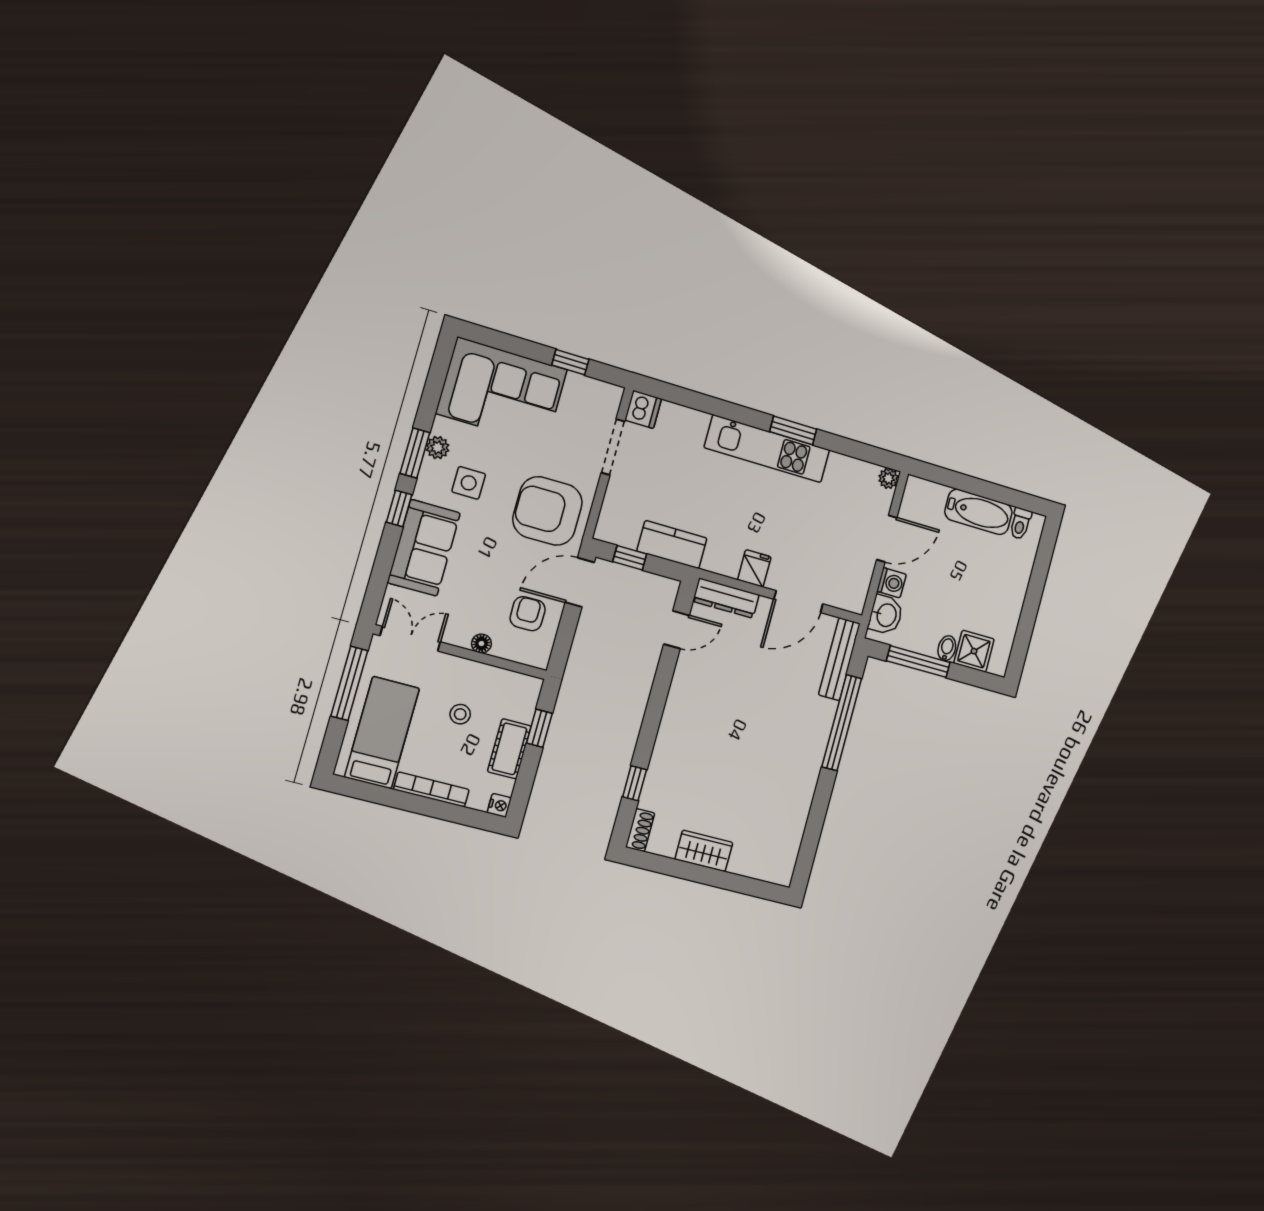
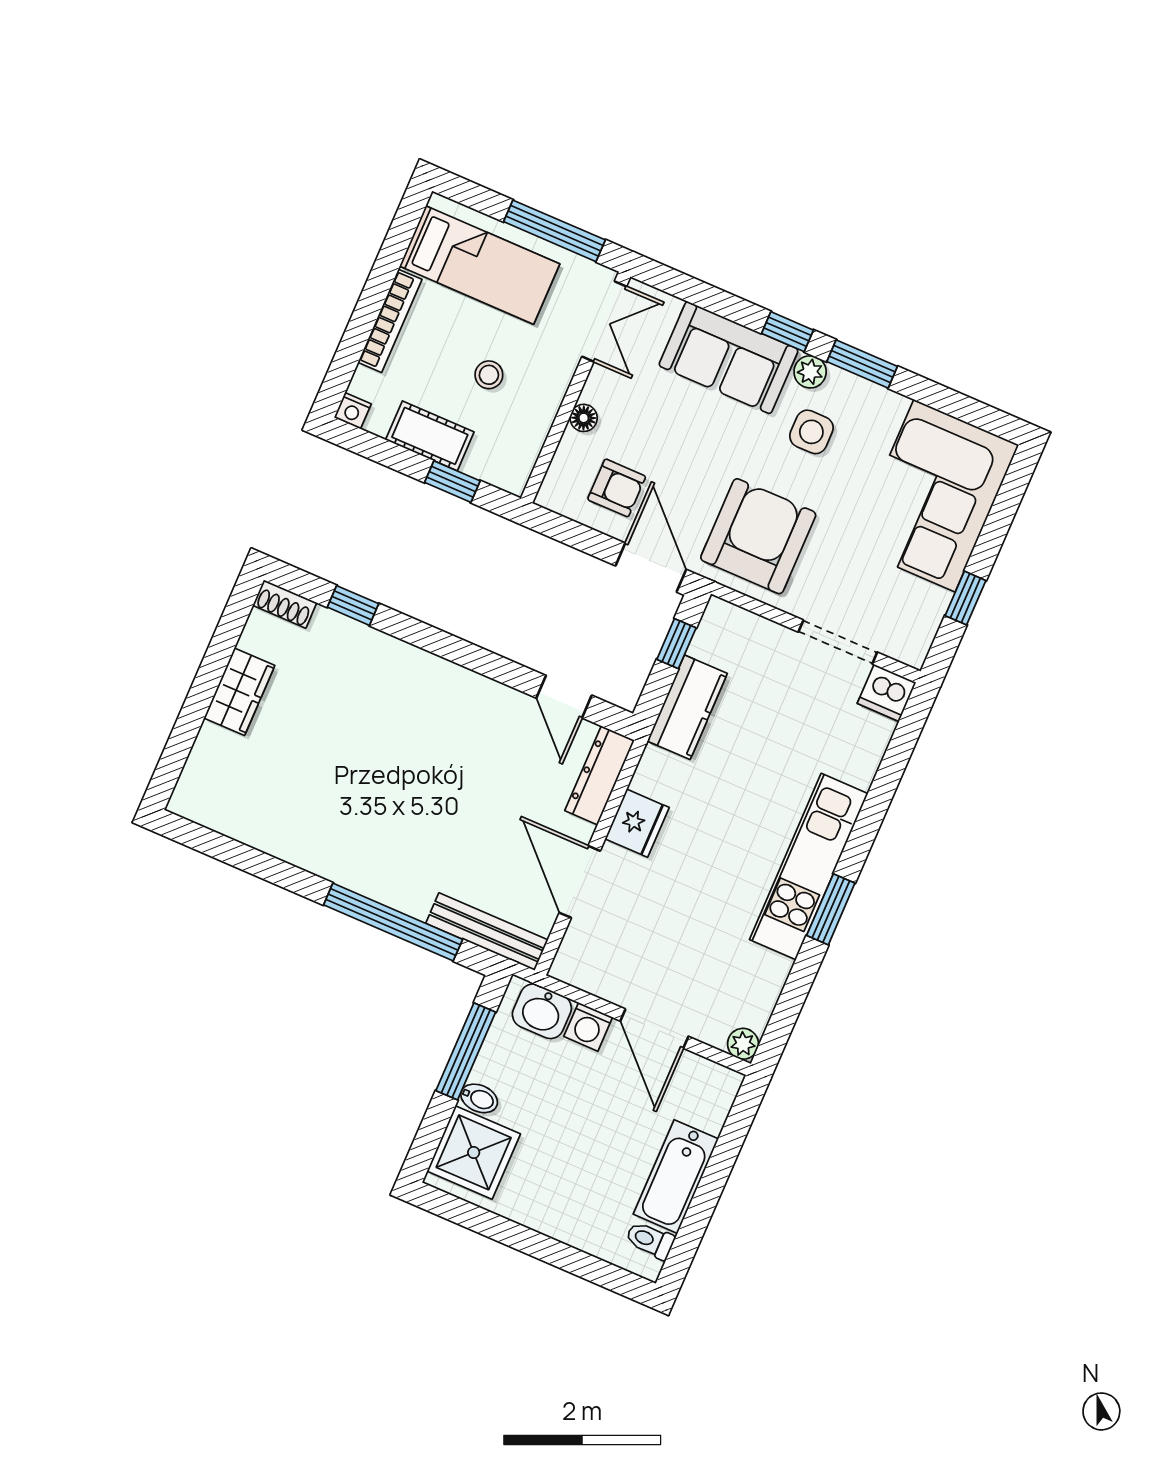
plant: (438, 448) -> (810, 372), moved
fridge: (754, 568) -> (637, 823), width x1.38
shower: (974, 651) -> (474, 1152), width x1.36, depth x1.36

